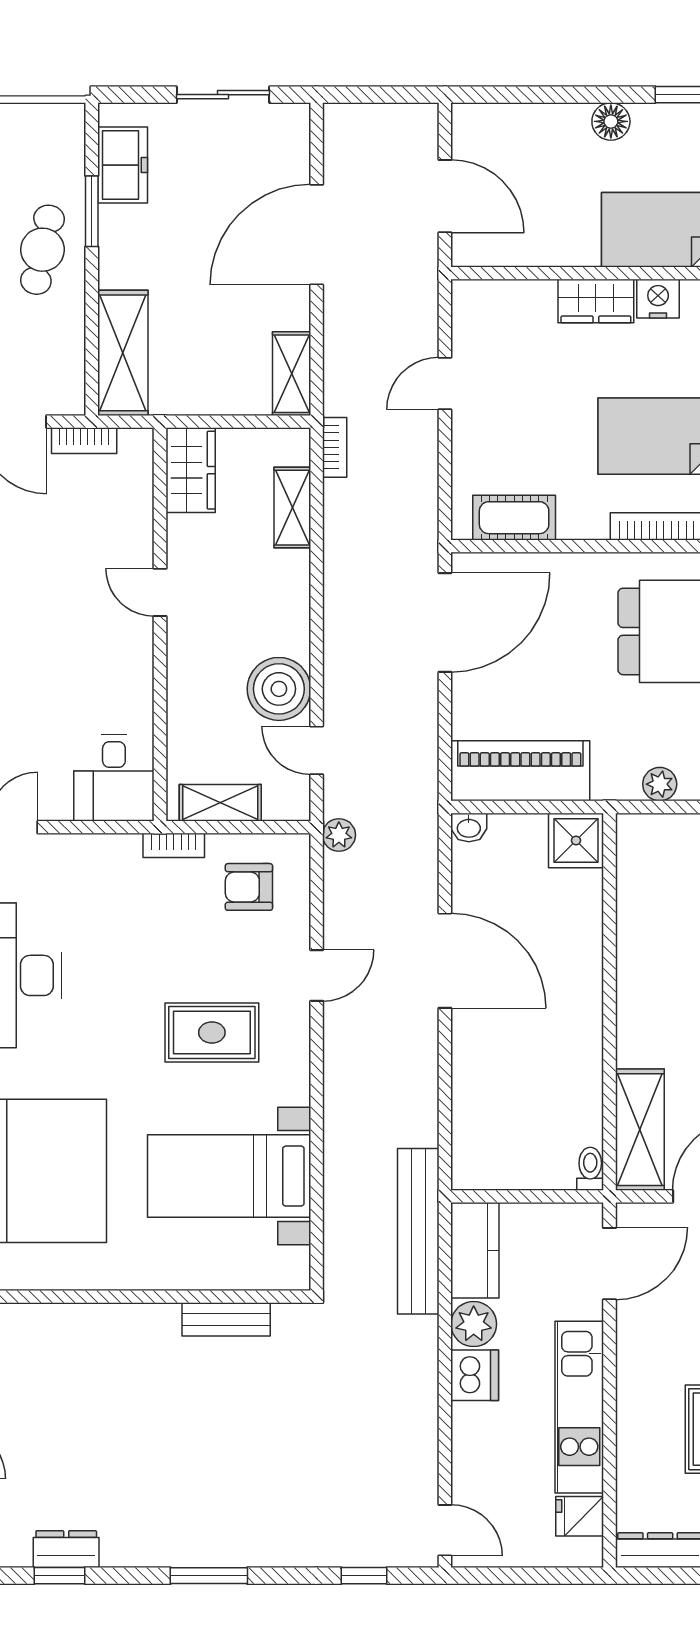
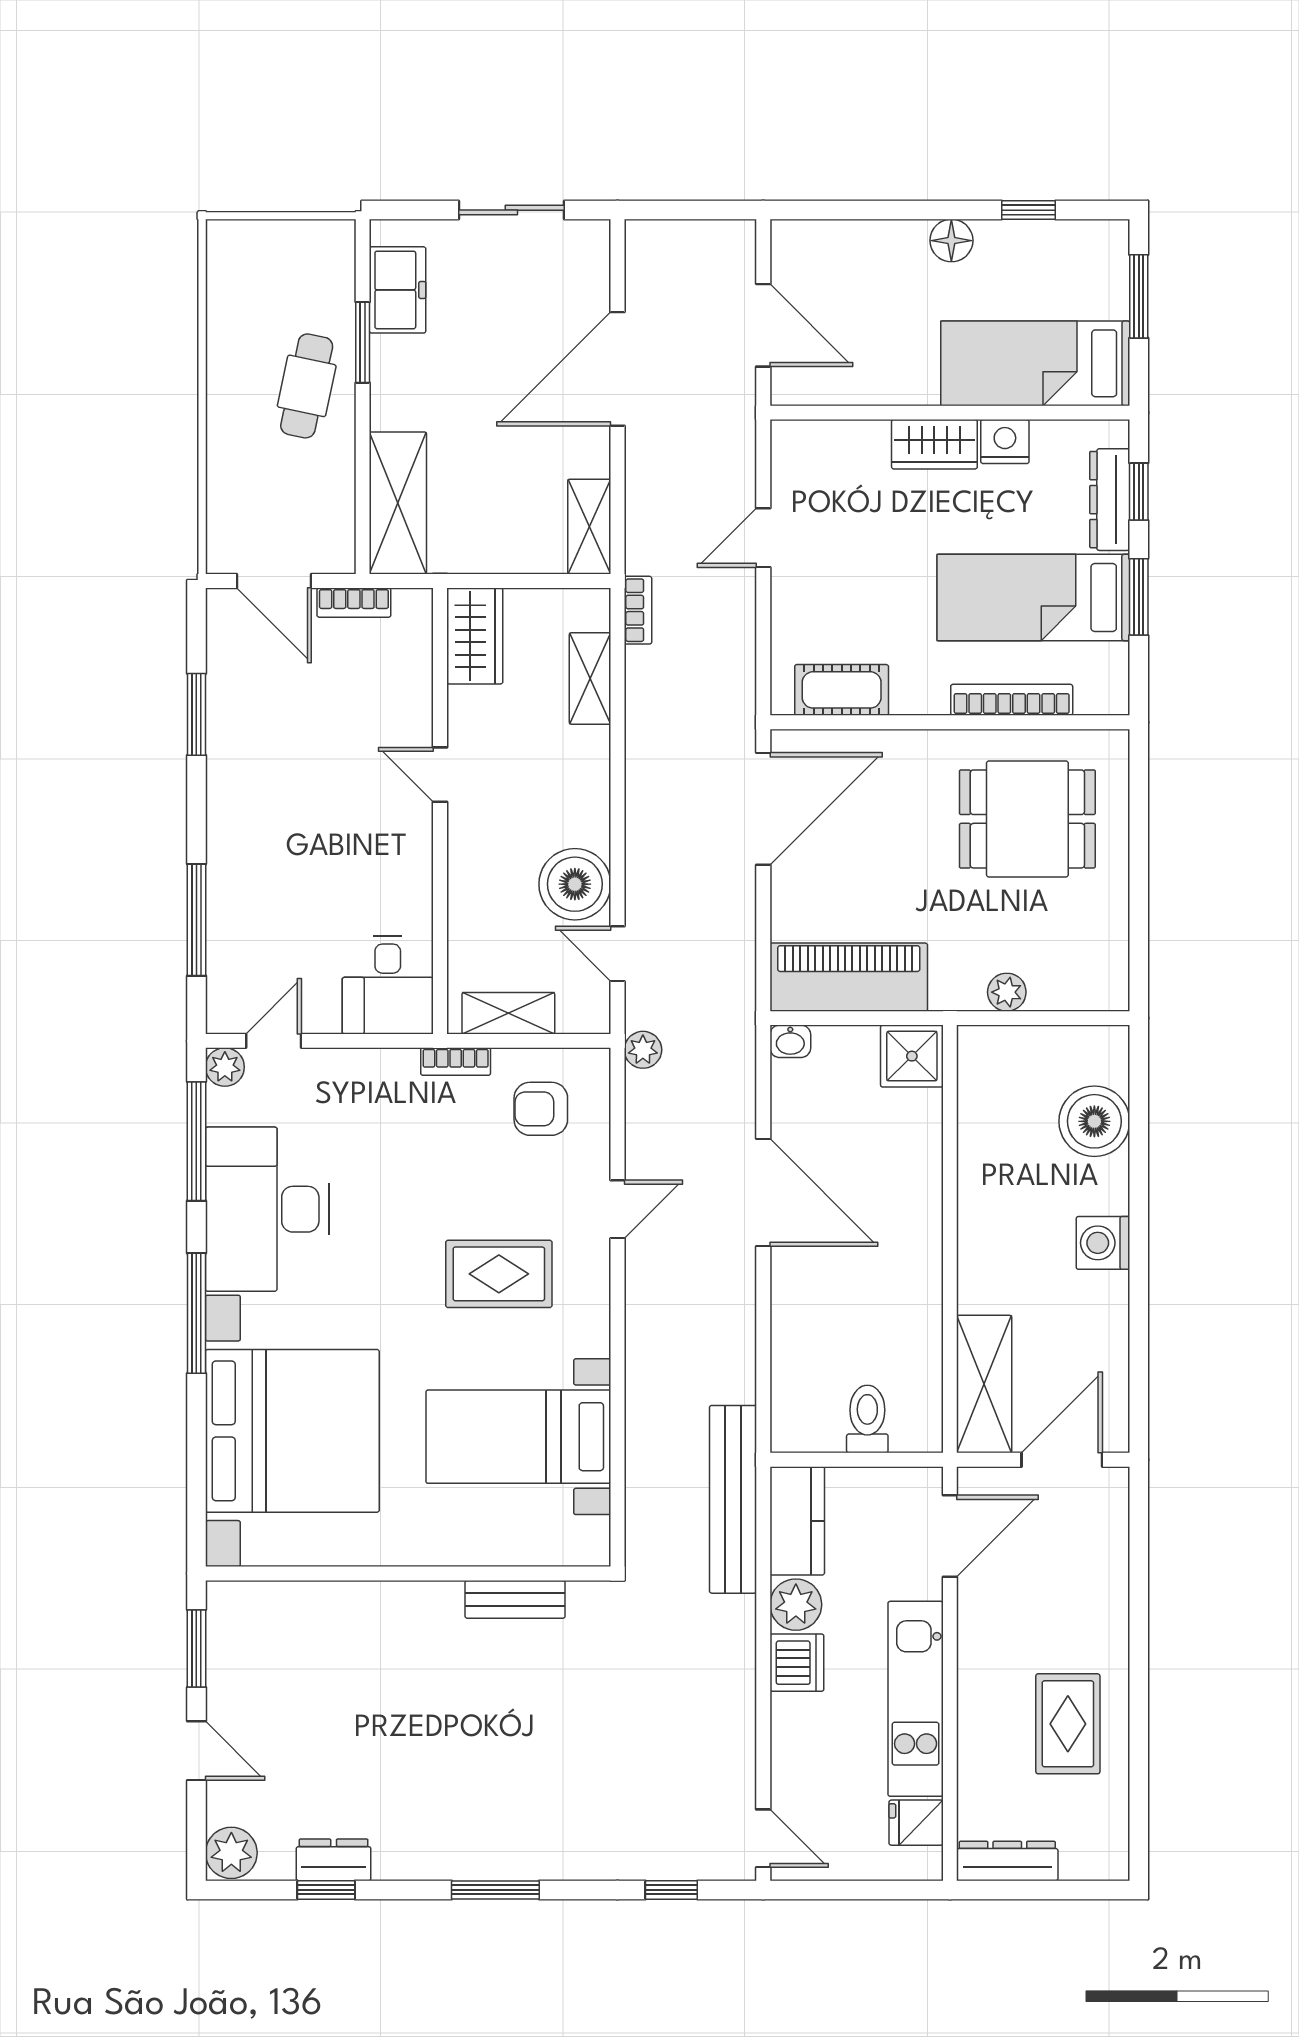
toilet: (590, 1169) -> (867, 1419), moved, width x1.37, depth x1.39

